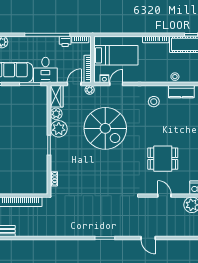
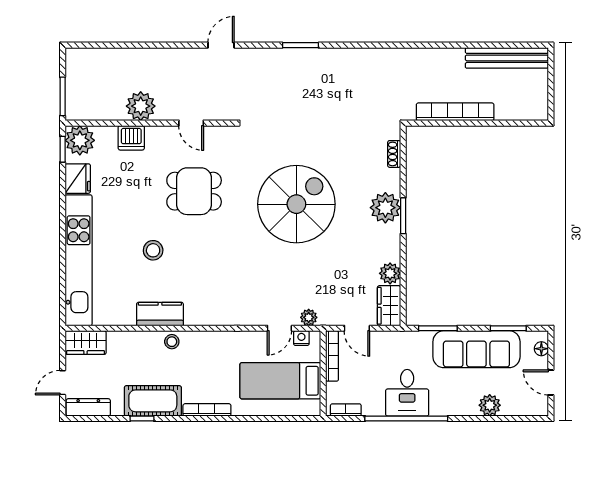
printer: (65, 41) -> (373, 406), removed
desk: (45, 70) -> (407, 393), moved, turned 180
door: (74, 84) -> (357, 328), hinge flipped
plant: (90, 90) -> (309, 317), moved
stool: (154, 102) -> (153, 250), moved
spiral stairs: (105, 128) -> (296, 204), moved, turned 90
plant: (59, 129) -> (385, 208), moved
door: (148, 238) -> (221, 45), hinge flipped

